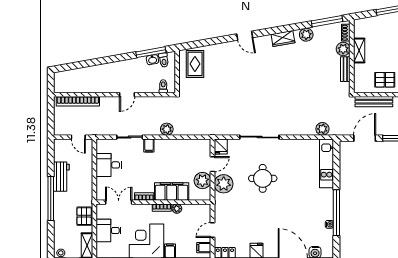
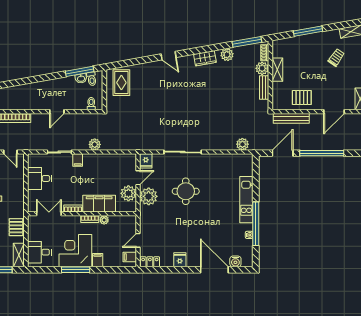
kitchen unit: (327, 163) -> (246, 200), moved
desk: (109, 230) -> (39, 252), moved

